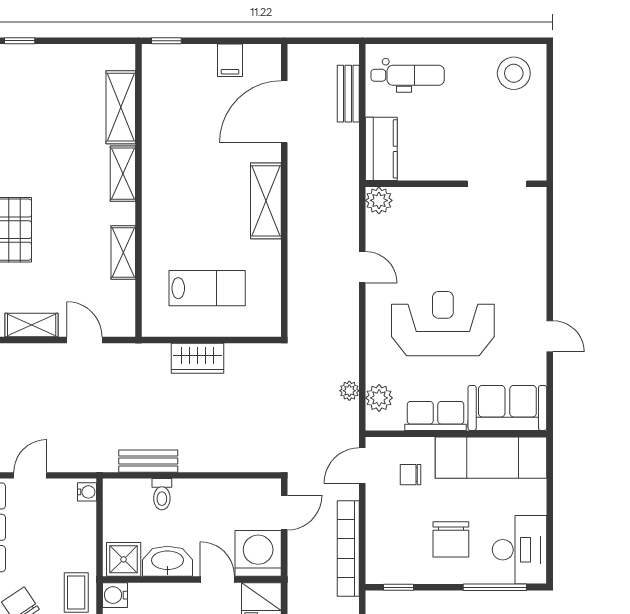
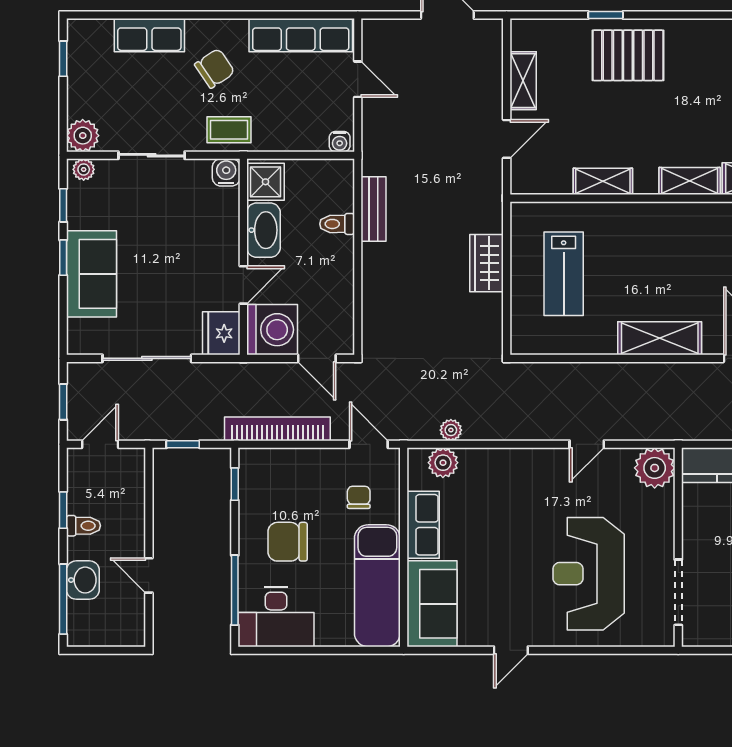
plant: (379, 200) -> (655, 468), width x1.36, depth x1.36
reception desk: (443, 324) -> (589, 574), moved, turned 180

